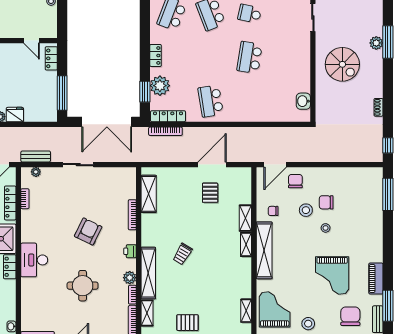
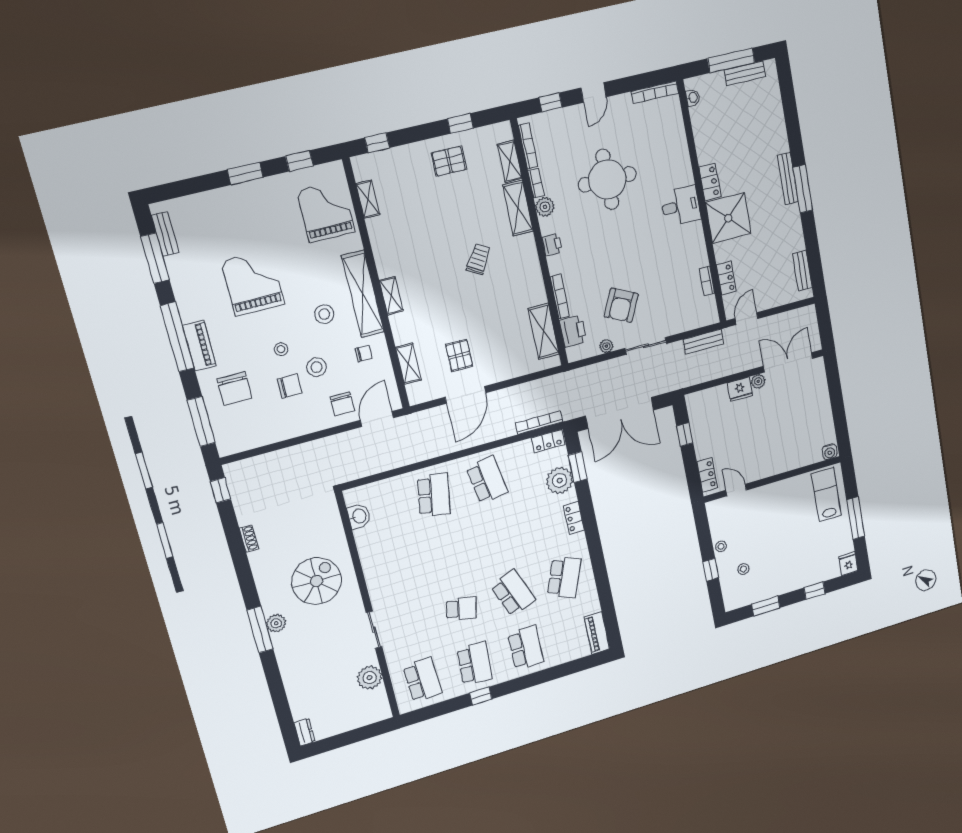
school desk: (250, 57) -> (434, 495), moved
spiral stairs: (342, 64) -> (317, 581), turned 90
window: (62, 93) -> (685, 434), width x0.46
locker: (168, 116) -> (548, 441), width x0.66
double door: (107, 122) -> (620, 413), swing flipped
plant: (36, 172) -> (606, 346), moved
printer: (128, 189) -> (573, 331), added
locker: (10, 203) -> (726, 278), width x0.66
shelving: (245, 218) -> (408, 364), moved
armchair: (88, 231) -> (621, 305), moved
window: (388, 253) -> (177, 337), added
desk: (34, 260) -> (680, 206), width x0.73
shelving: (148, 273) -> (518, 208), width x0.68
piano: (376, 279) -> (199, 346), moved
round table: (83, 286) -> (607, 179), width x1.36, depth x1.36
grand piano: (275, 309) -> (326, 211), turned 180
chair: (350, 316) -> (235, 389), moved
stool: (308, 324) -> (324, 314), moved

